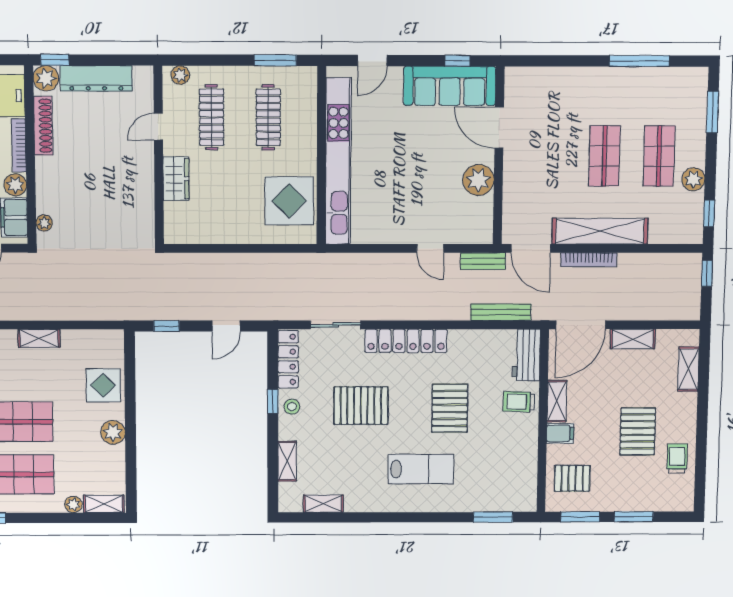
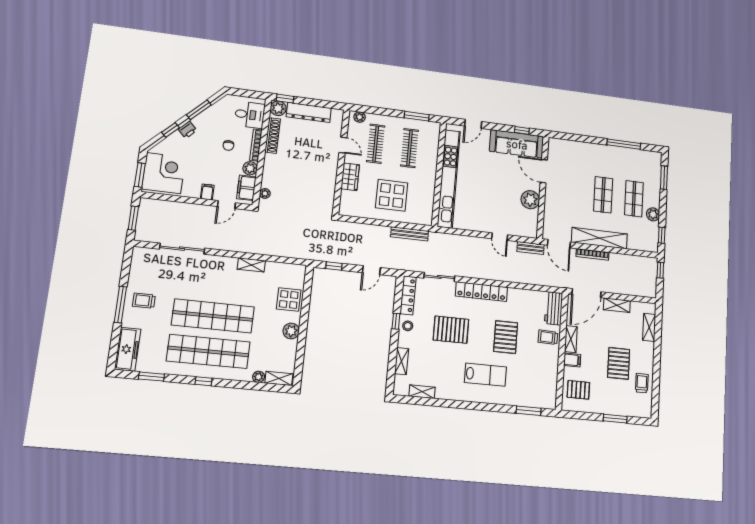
door: (158, 127) -> (343, 145), swing flipped
display table: (289, 201) -> (392, 195), moved
bench: (501, 312) -> (410, 234), moved
window: (580, 517) -> (582, 416), removed

